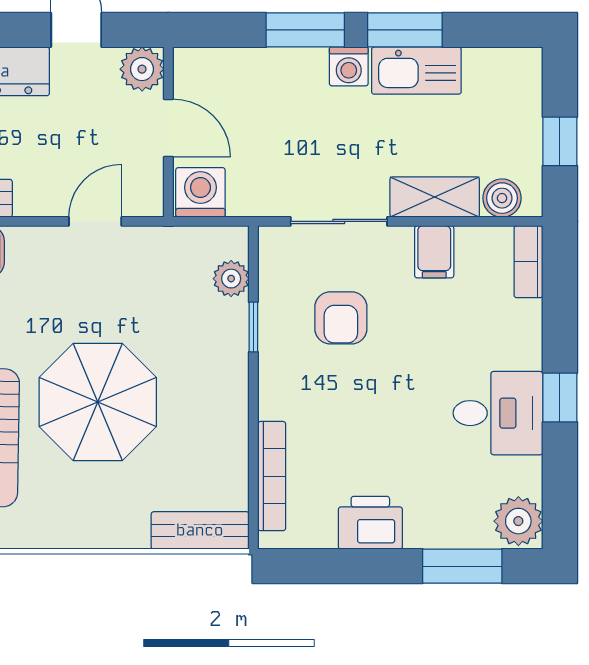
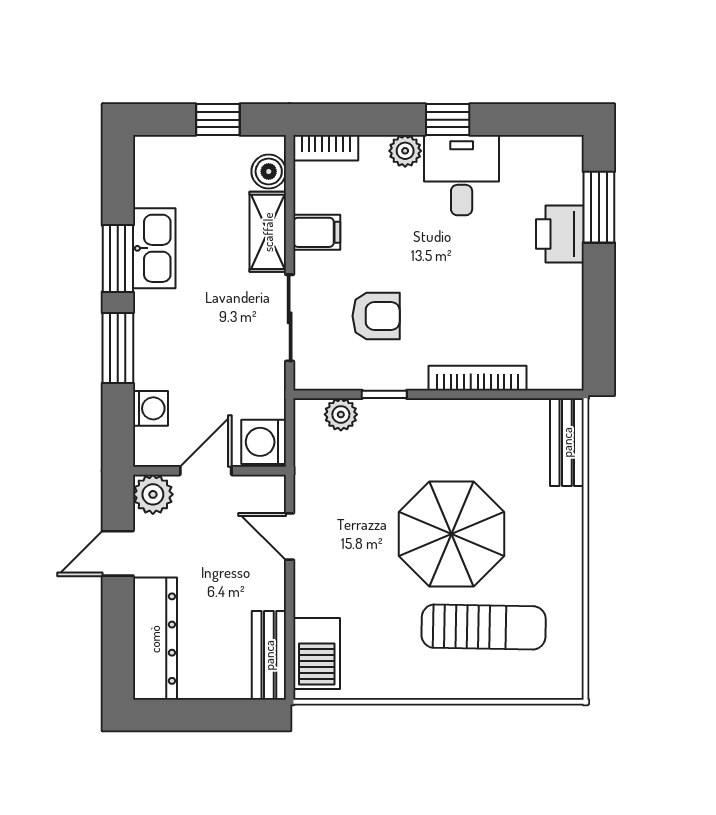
washing machine: (349, 66) -> (151, 408), moved
bookcase: (272, 476) -> (478, 378), moved
plant: (518, 521) -> (405, 151), moved, width x0.73, depth x0.73
printer: (370, 523) -> (560, 234), moved

